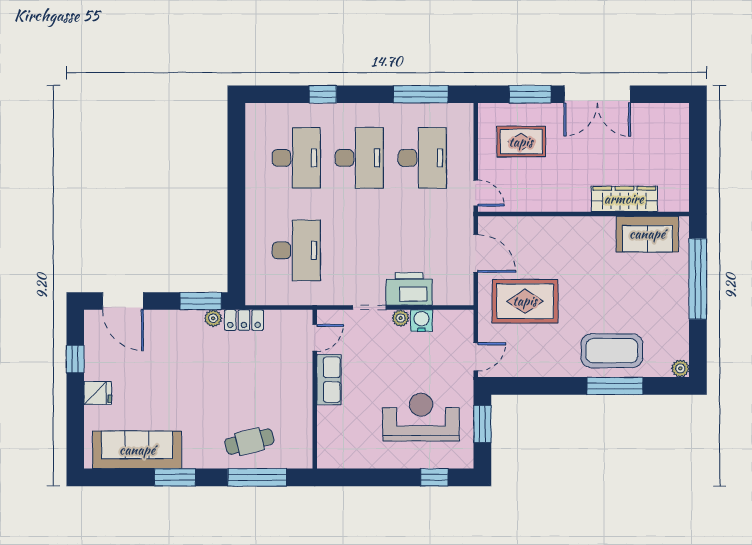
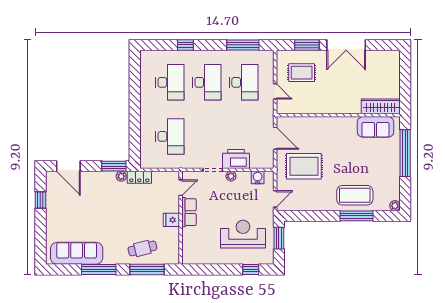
door: (476, 193) -> (275, 91), moved
wardrobe: (624, 199) -> (381, 106), moved
water cooler: (422, 321) -> (258, 178), moved
fridge: (98, 393) -> (171, 220), moved, turned 180
window: (175, 477) -> (99, 269), width x1.44

